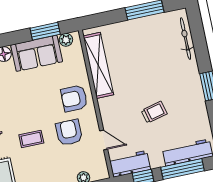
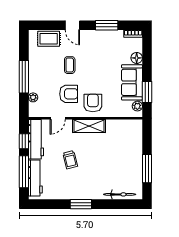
shelving: (98, 65) -> (89, 126), moved, width x0.68
workbench: (130, 164) -> (36, 139), width x1.38

